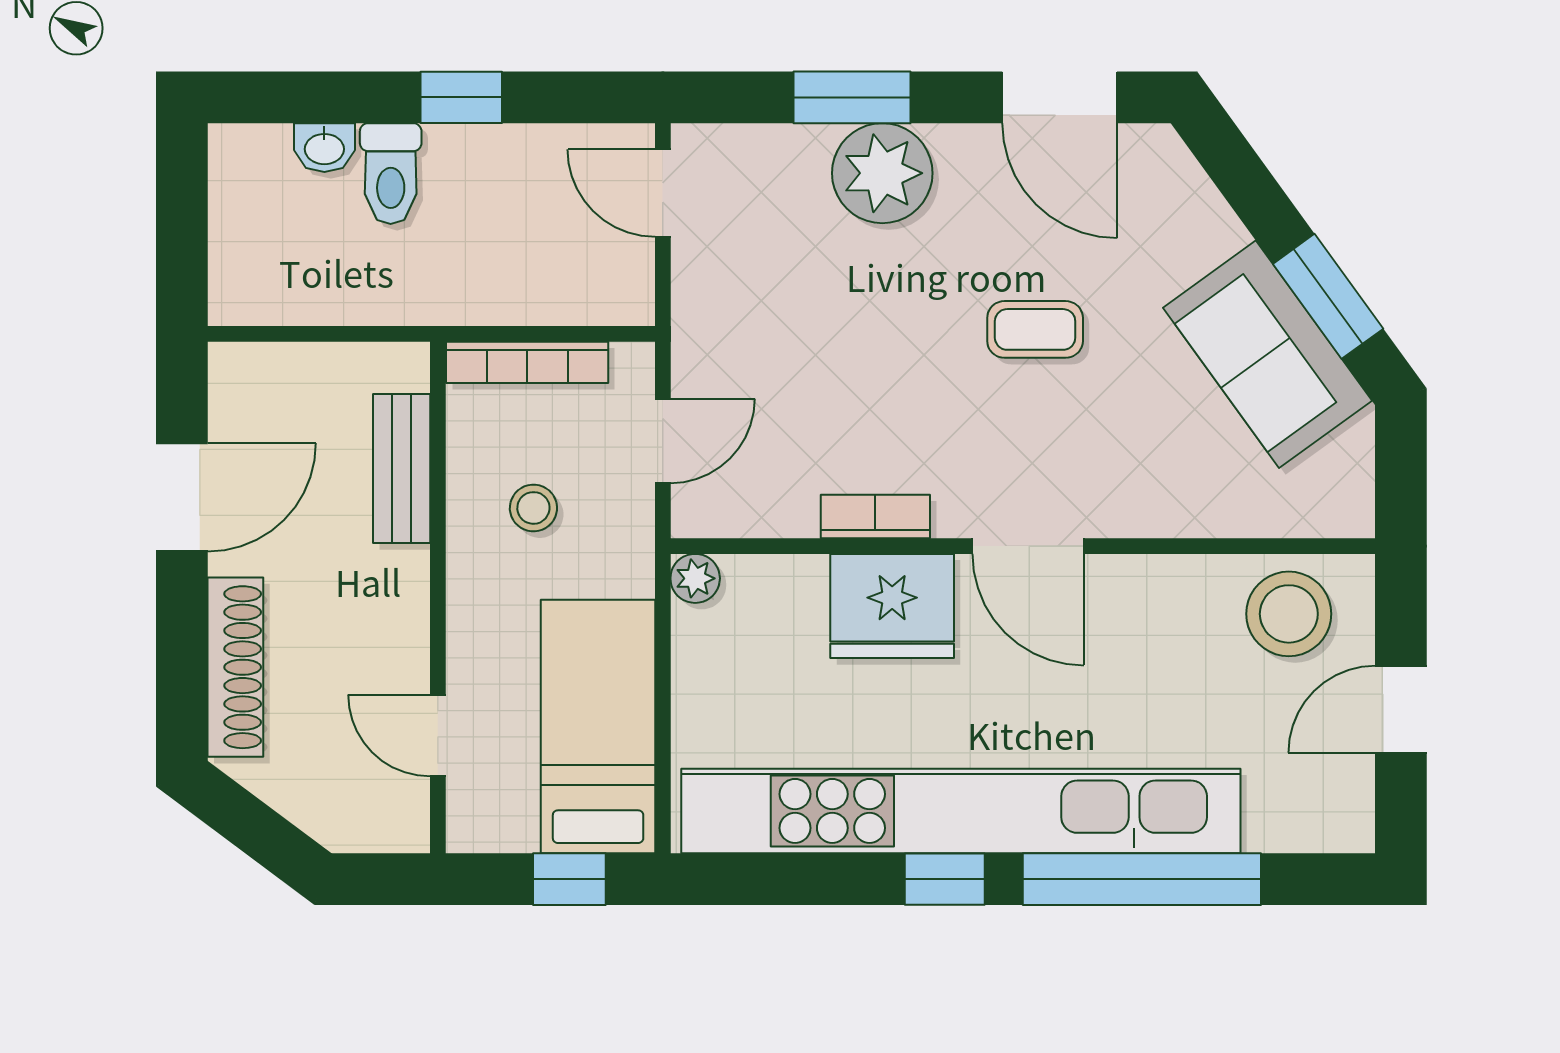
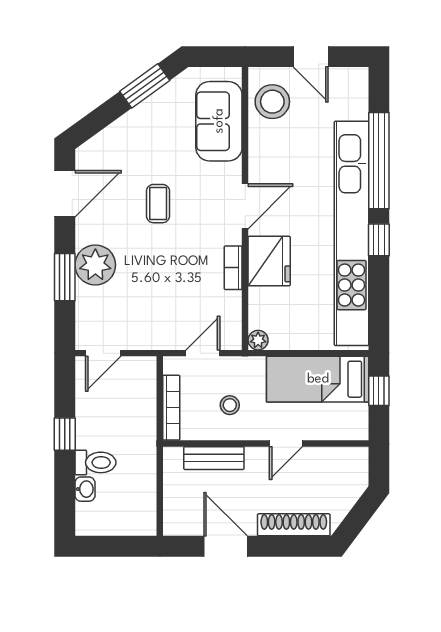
sofa: (1267, 354) -> (219, 121), moved, turned 126
door: (663, 441) -> (203, 353), hinge flipped
door: (438, 736) -> (286, 444), moved

